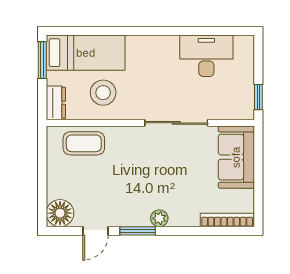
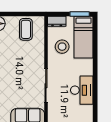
desk: (206, 56) -> (82, 90), moved
coffee table: (84, 143) -> (26, 29), moved

